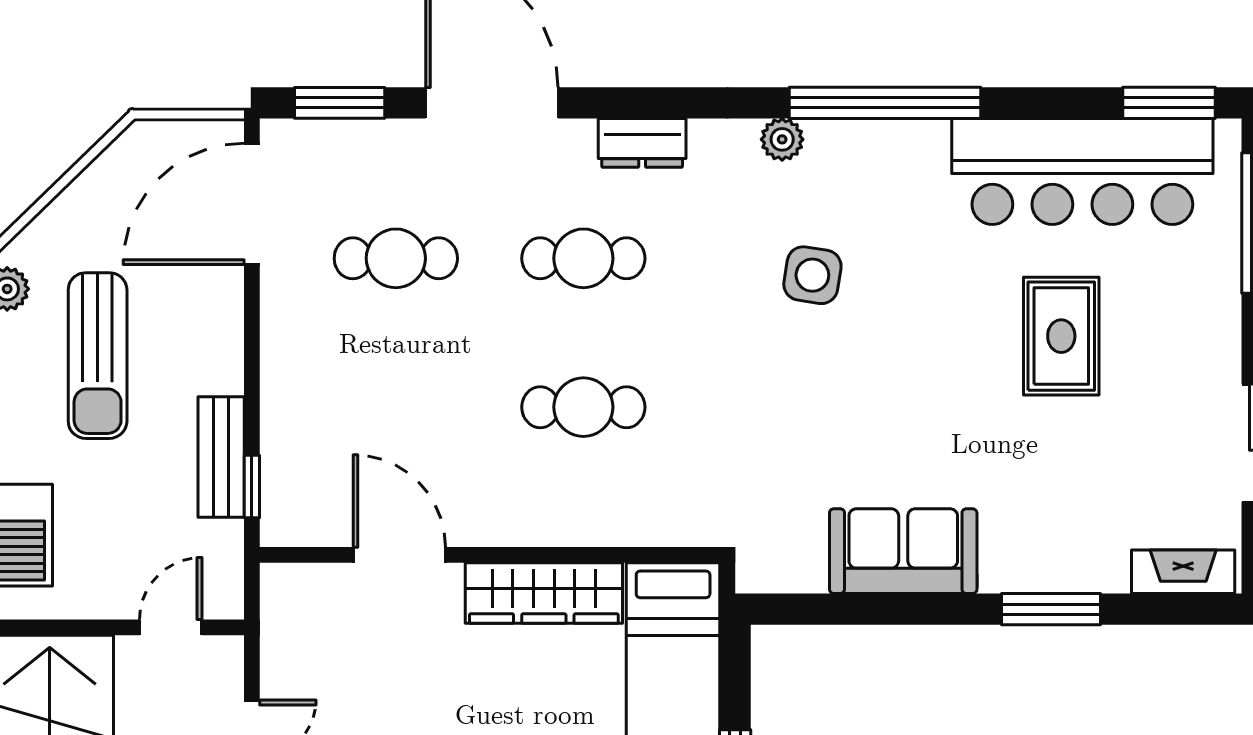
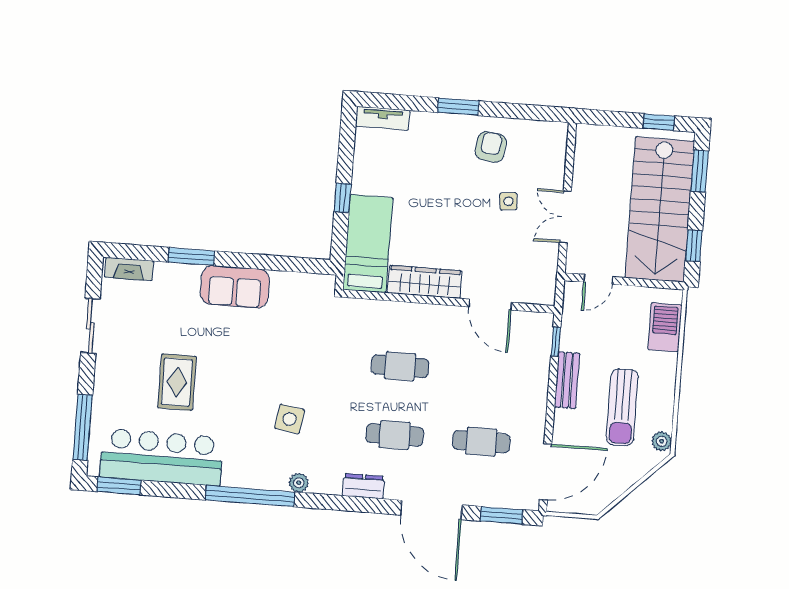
sun lounger: (98, 356) -> (622, 407), turned 180
bench: (221, 457) -> (567, 380), moved
sofa: (903, 551) -> (235, 287), moved

